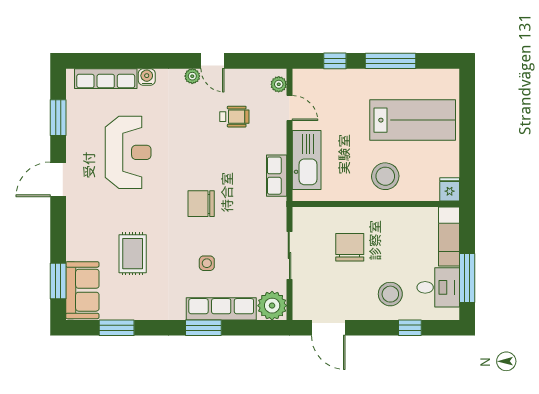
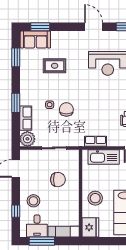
fridge: (450, 189) -> (90, 227), width x1.88, depth x1.34
chair: (201, 204) -> (66, 109), moved
row of seats: (221, 309) -> (26, 118), width x0.68

